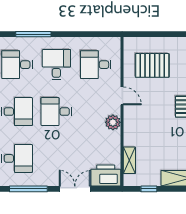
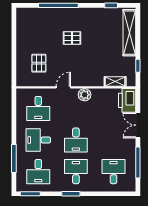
pallet: (152, 65) -> (39, 63), width x0.67, depth x0.71

